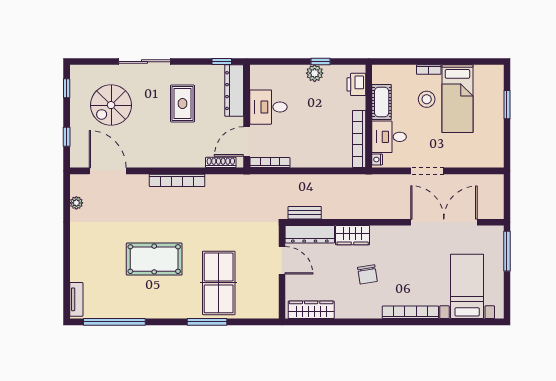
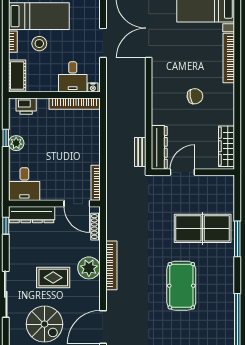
cot: (382, 102) -> (17, 75), moved, turned 90
rug: (183, 103) -> (53, 278), moved
desk: (268, 107) -> (24, 184), moved
plant: (174, 155) -> (89, 268), added
wardrobe: (353, 235) -> (160, 109), removed

